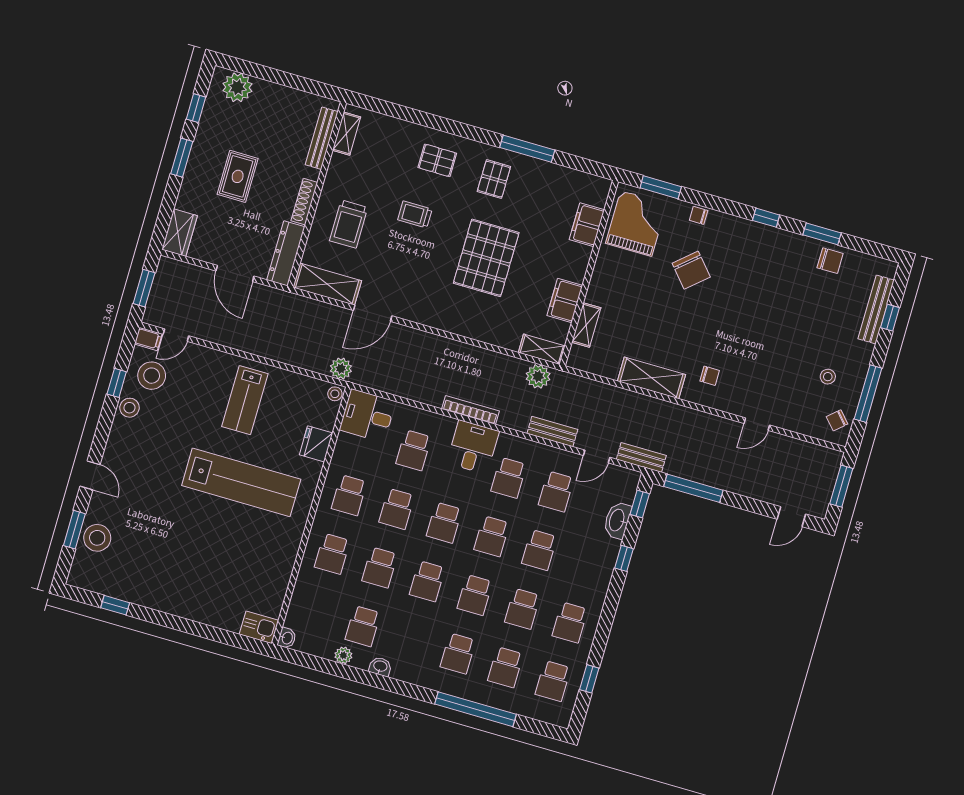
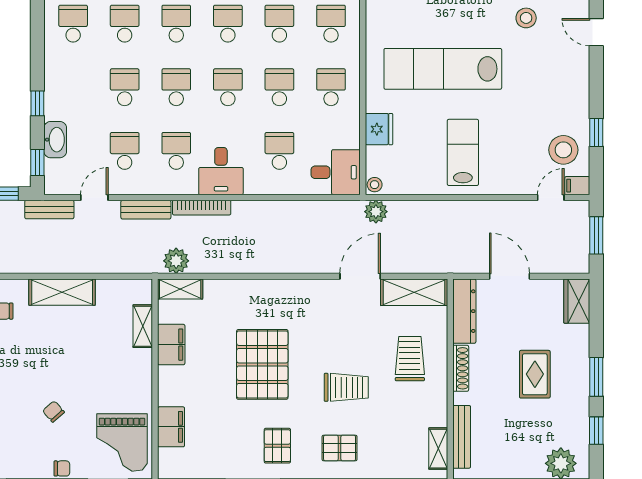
trolley: (415, 214) -> (346, 387), width x1.36, depth x1.39
chair: (691, 270) -> (53, 411), width x0.54, depth x0.54
stool: (130, 408) -> (526, 18), moved
bookcase: (471, 410) -> (202, 208), moved

